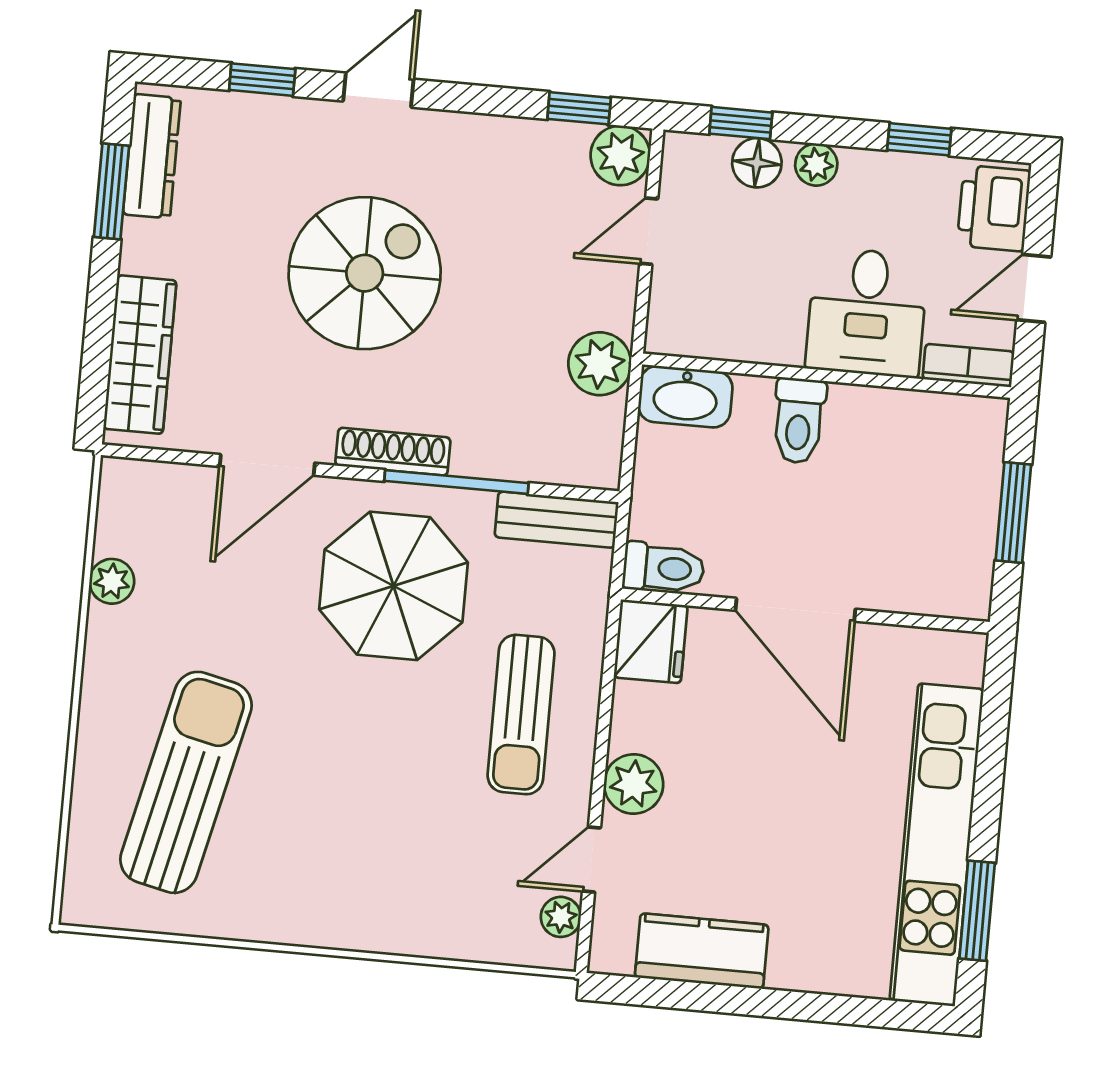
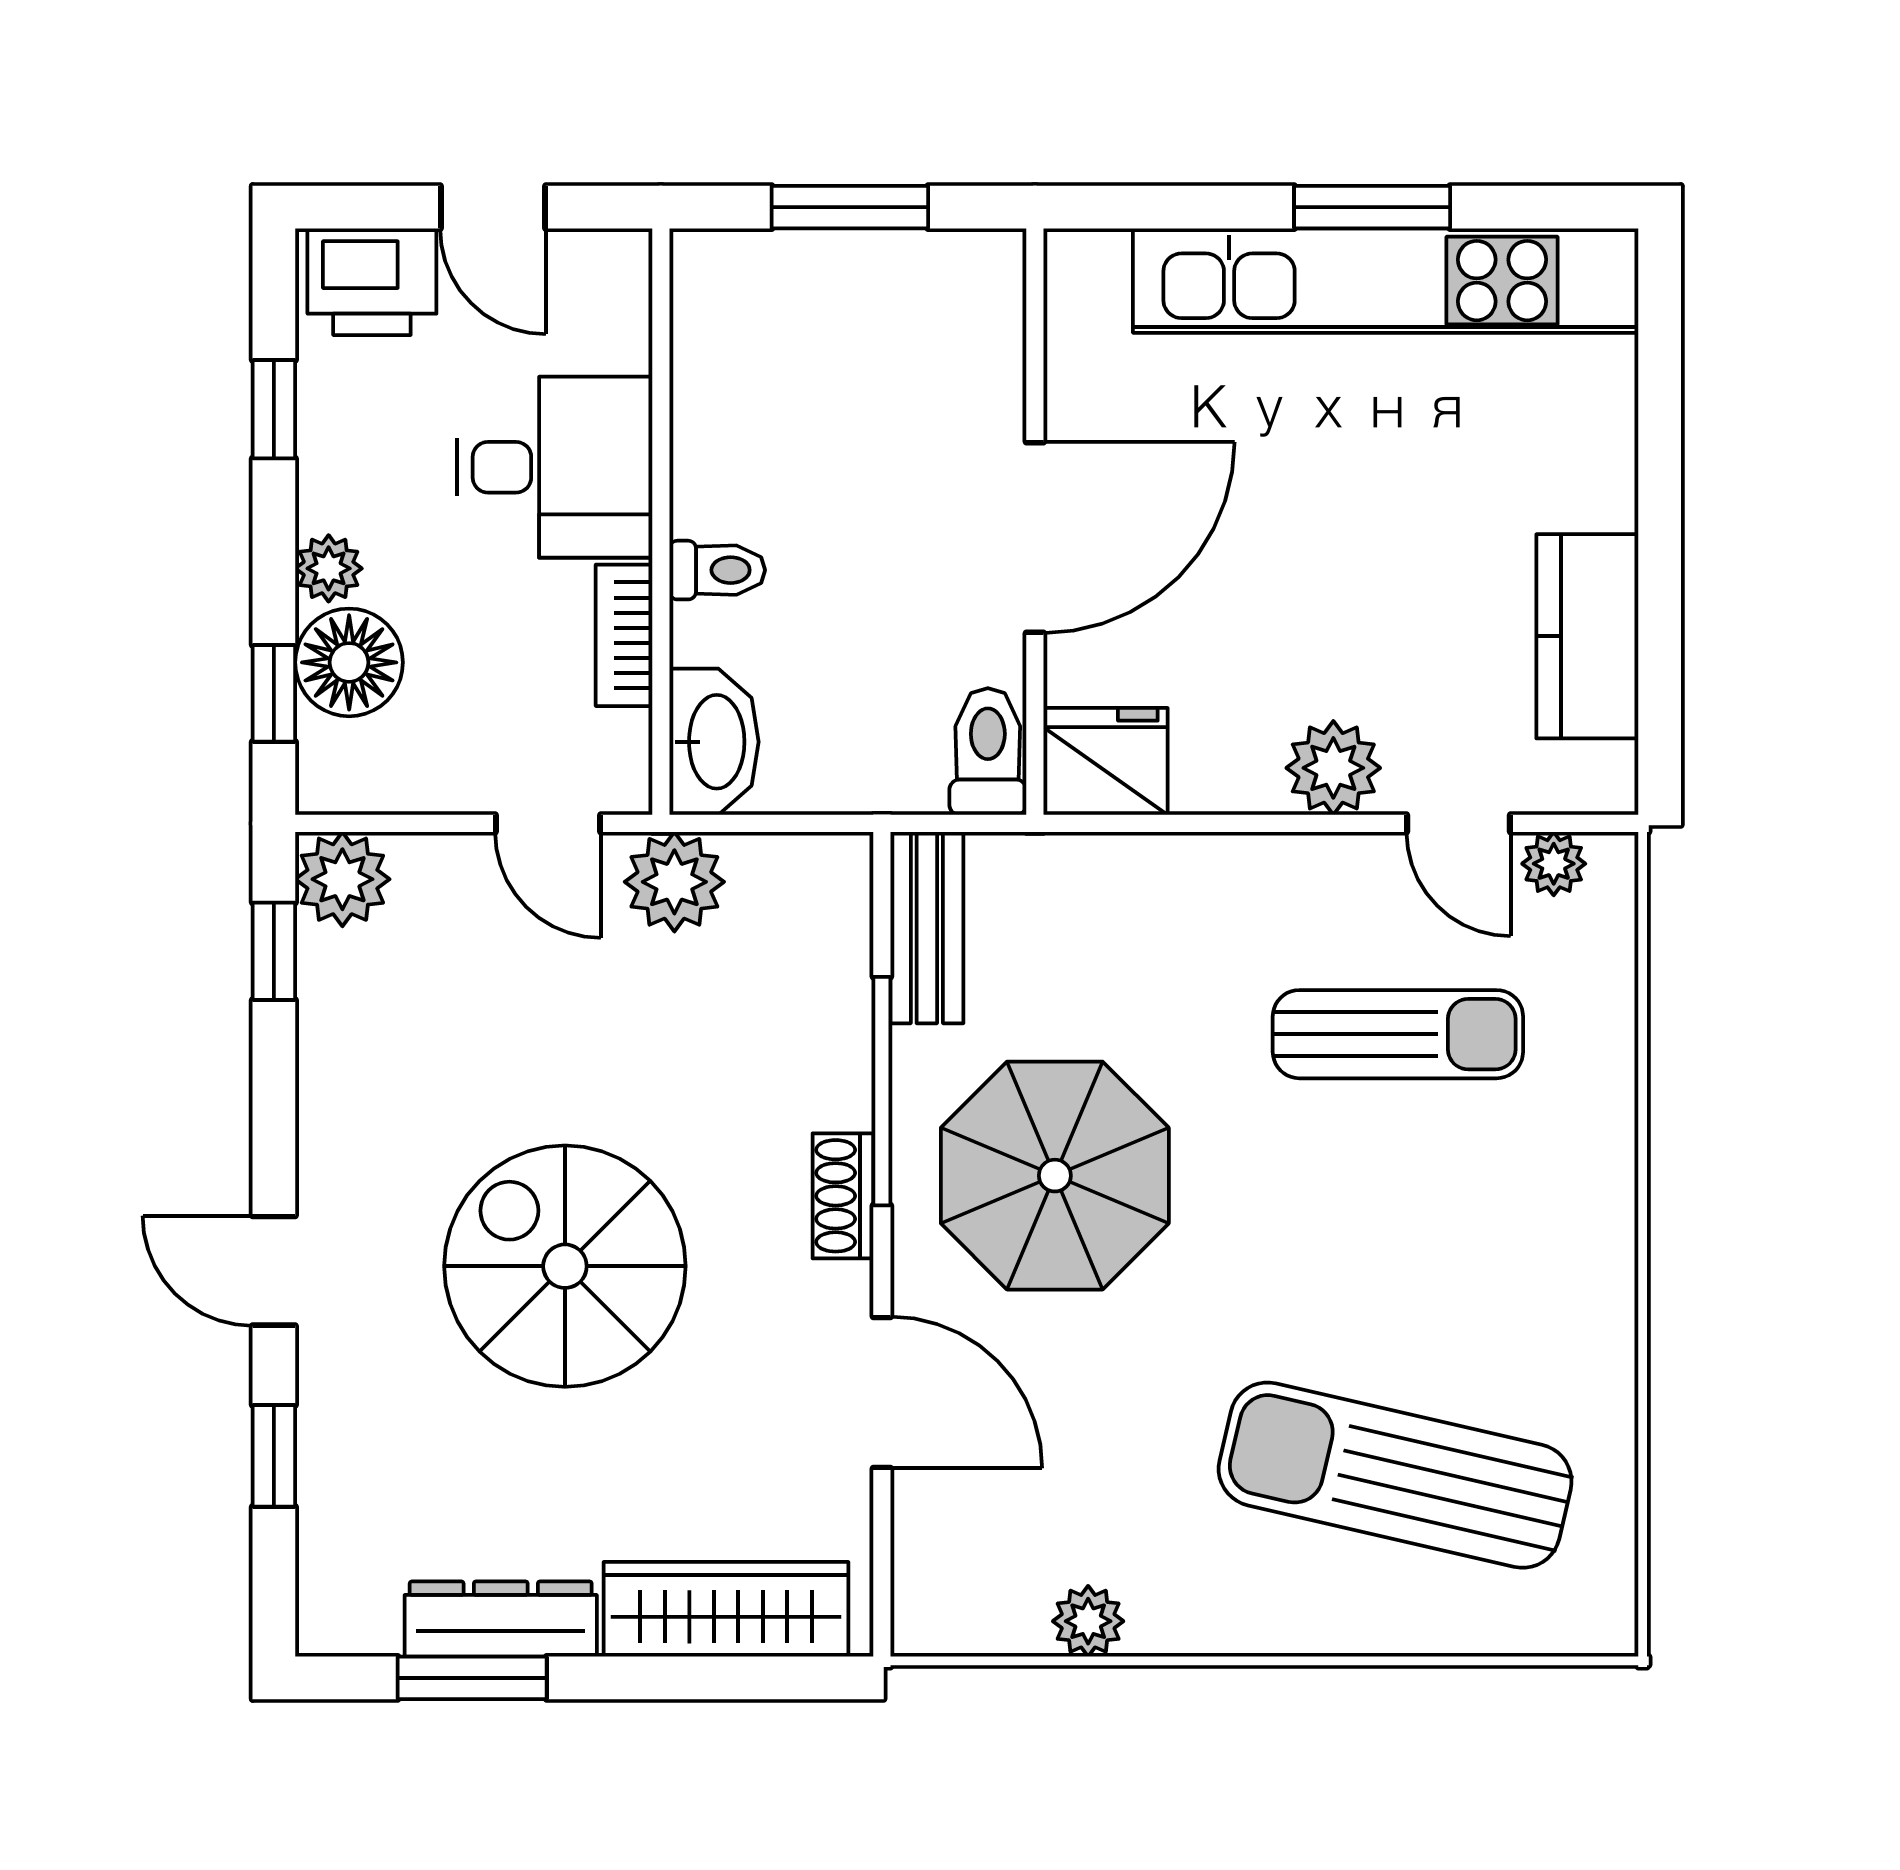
dresser: (152, 156) -> (501, 1619), moved
floor lamp: (757, 163) -> (349, 662), width x1.38, depth x1.38
door: (649, 231) -> (548, 823), moved
bookcase: (968, 365) -> (624, 635), moved
toilet: (799, 421) -> (717, 570), width x0.73, depth x0.72
shoe rack: (393, 452) -> (843, 1196), width x0.70
sun lounger: (521, 715) -> (1398, 1034), moved
window: (977, 911) -> (1372, 207), moved

